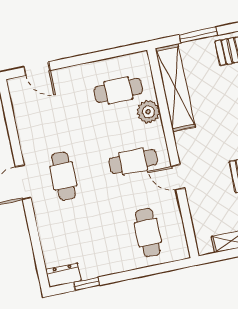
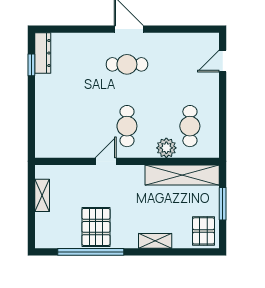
cafe table: (148, 232) -> (64, 126), removed
dresser: (63, 275) -> (43, 53), width x1.44

